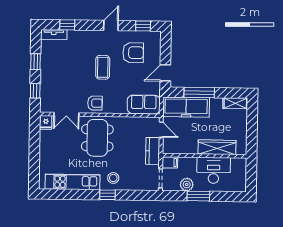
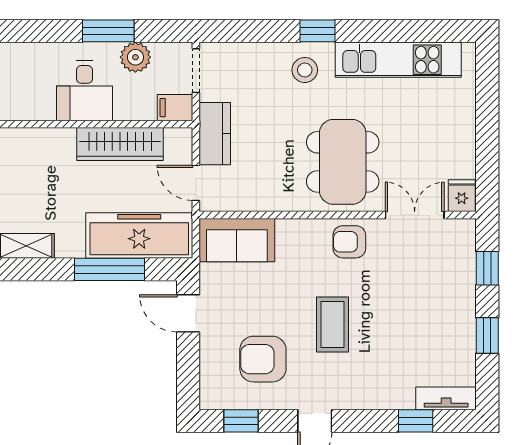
door: (165, 73) -> (188, 313), swing flipped
wardrobe: (217, 147) -> (120, 144), moved
desk: (214, 170) -> (84, 91), width x0.73

